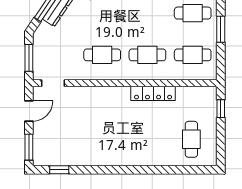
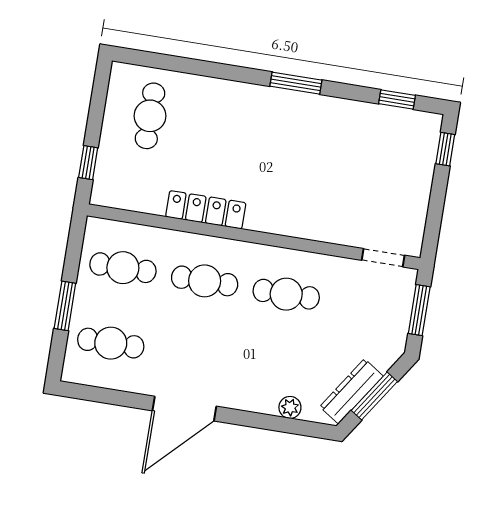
door: (29, 111) -> (435, 214), removed
window: (29, 147) -> (445, 149), width x0.67
window: (115, 170) -> (296, 83), added

